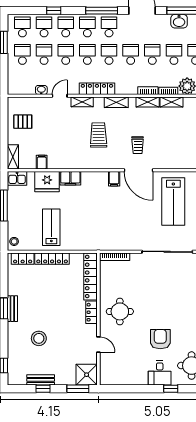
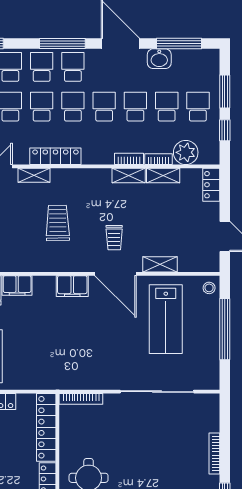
washbasin: (179, 21) -> (159, 59), moved
shelving: (116, 102) -> (160, 264), moved
filing cabinet: (114, 179) -> (72, 286), width x2.00

